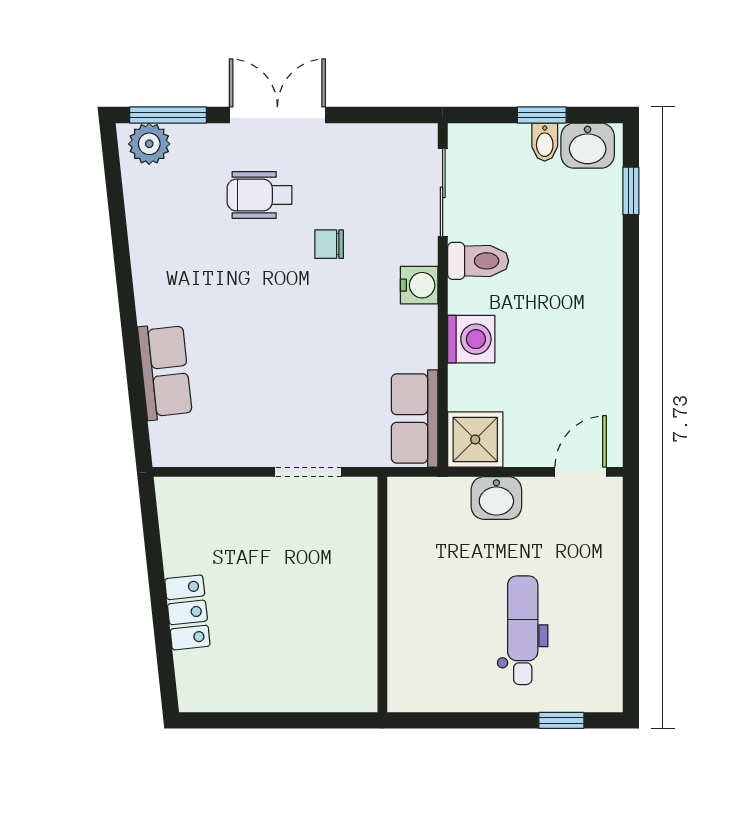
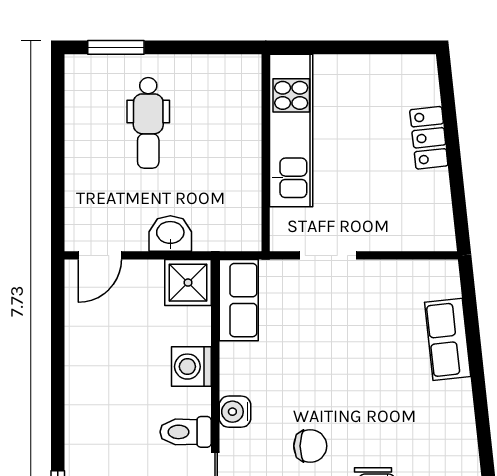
chair: (329, 244) -> (310, 446), width x1.37, depth x1.37
kitchen unit: (352, 621) -> (291, 130), added
window: (561, 720) -> (116, 47), width x1.50

